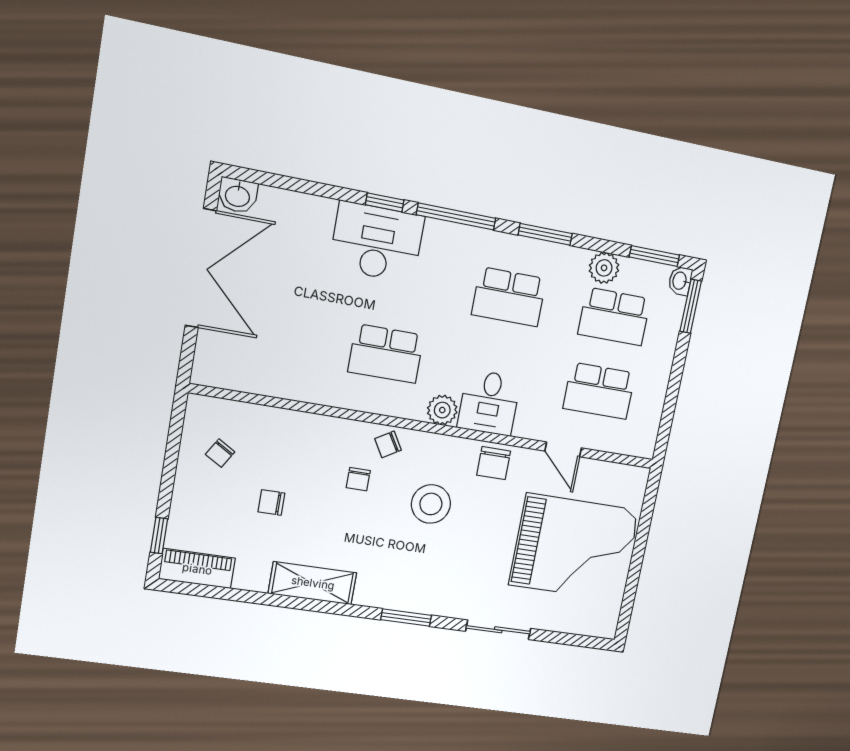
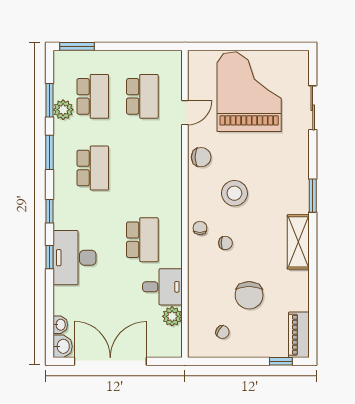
window: (456, 217) -> (49, 211), width x0.46
window: (654, 256) -> (49, 100), moved
washbasin: (680, 281) -> (60, 325), moved, turned -90
desk: (489, 403) -> (162, 287), moved
plant: (442, 410) -> (172, 316), moved
chair: (388, 444) -> (200, 228), turned -149
chair: (271, 502) -> (249, 295), width x1.87, depth x1.87
shelving: (313, 583) -> (298, 242), moved
sliding door: (498, 630) -> (313, 108), moved

